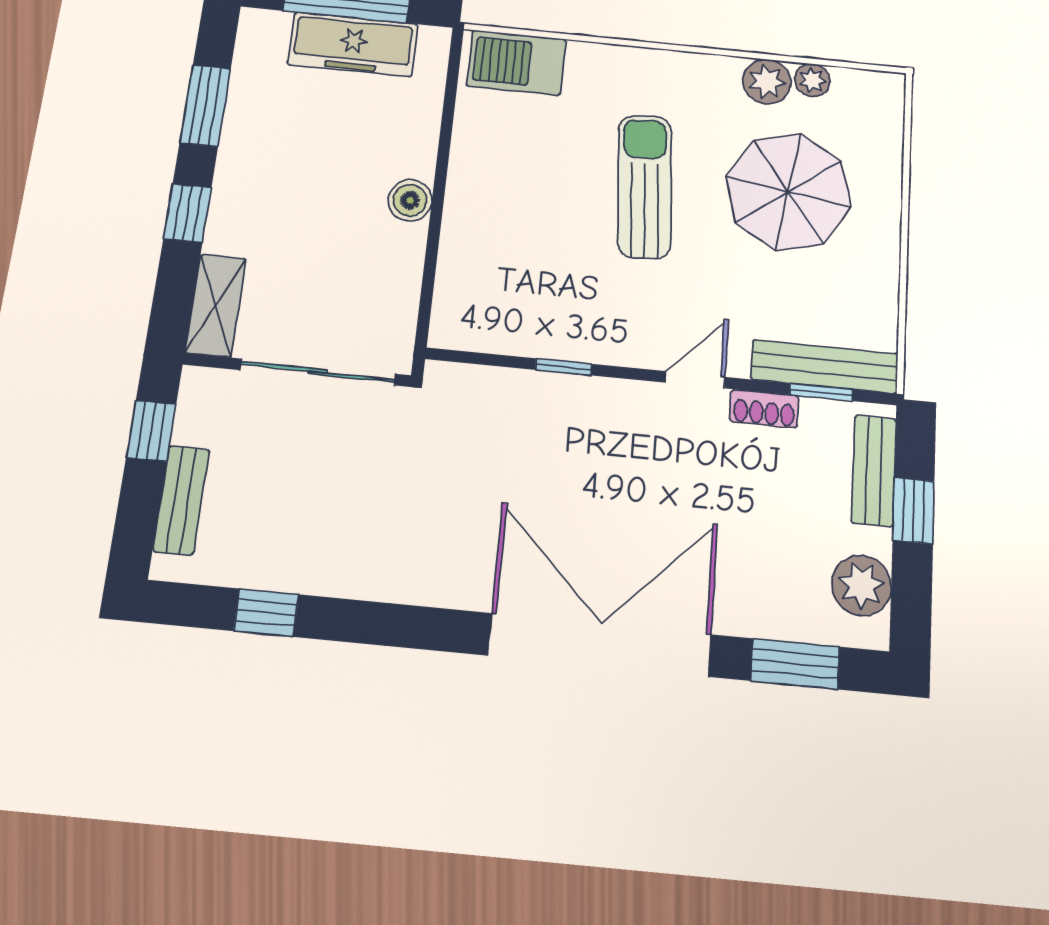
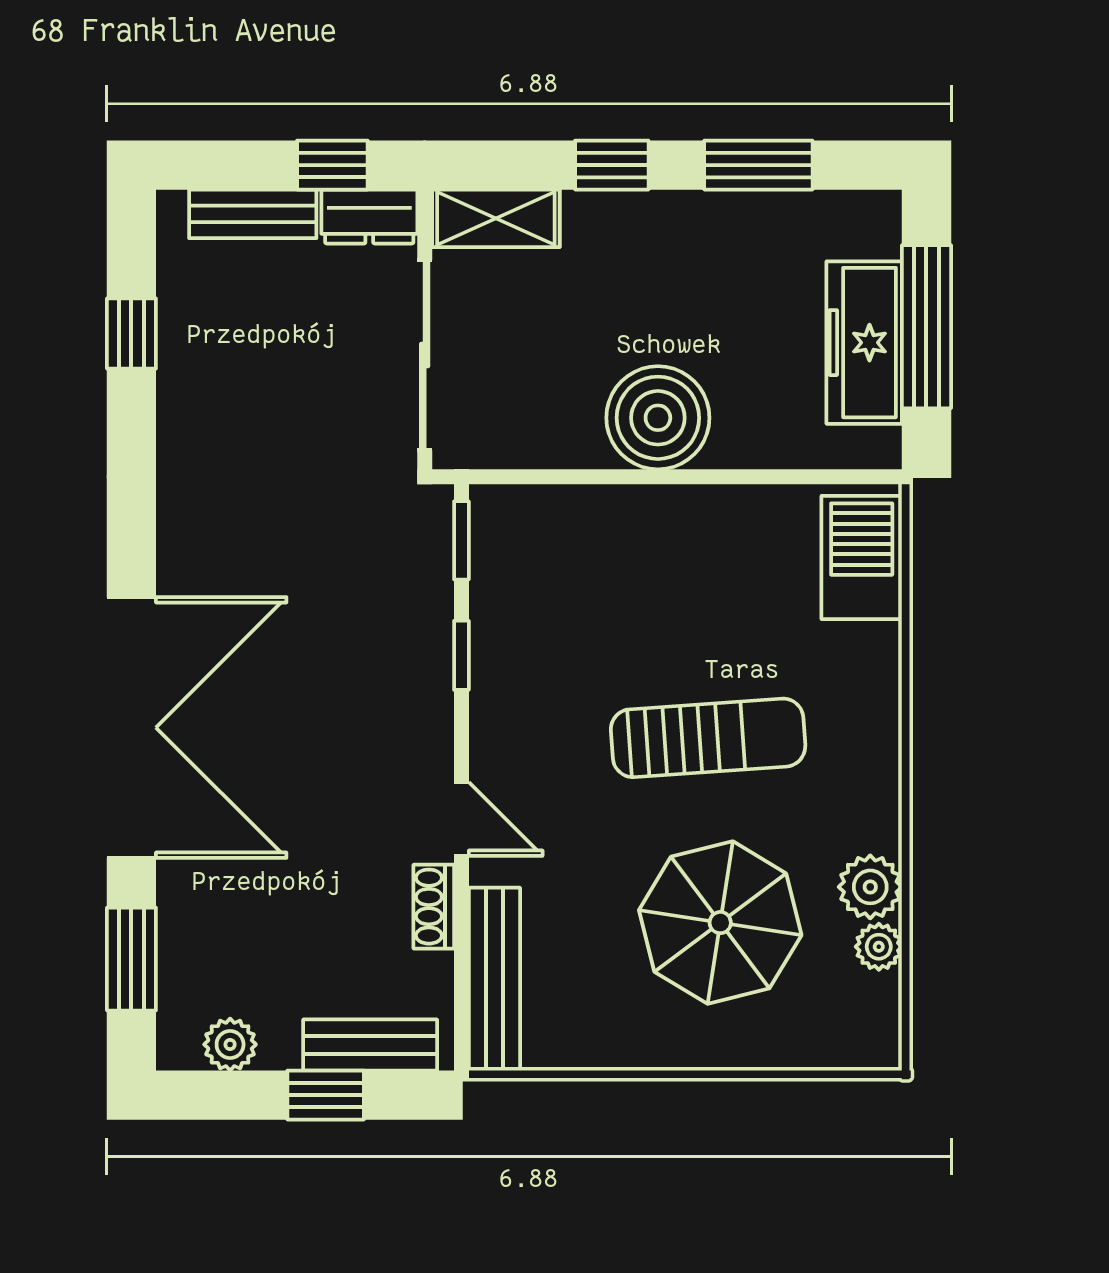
boiler: (410, 200) -> (658, 418), width x1.86, depth x1.86
window: (821, 392) -> (461, 540), moved
dresser: (198, 405) -> (369, 217), added
plant: (861, 585) -> (230, 1044), width x0.73, depth x0.73

